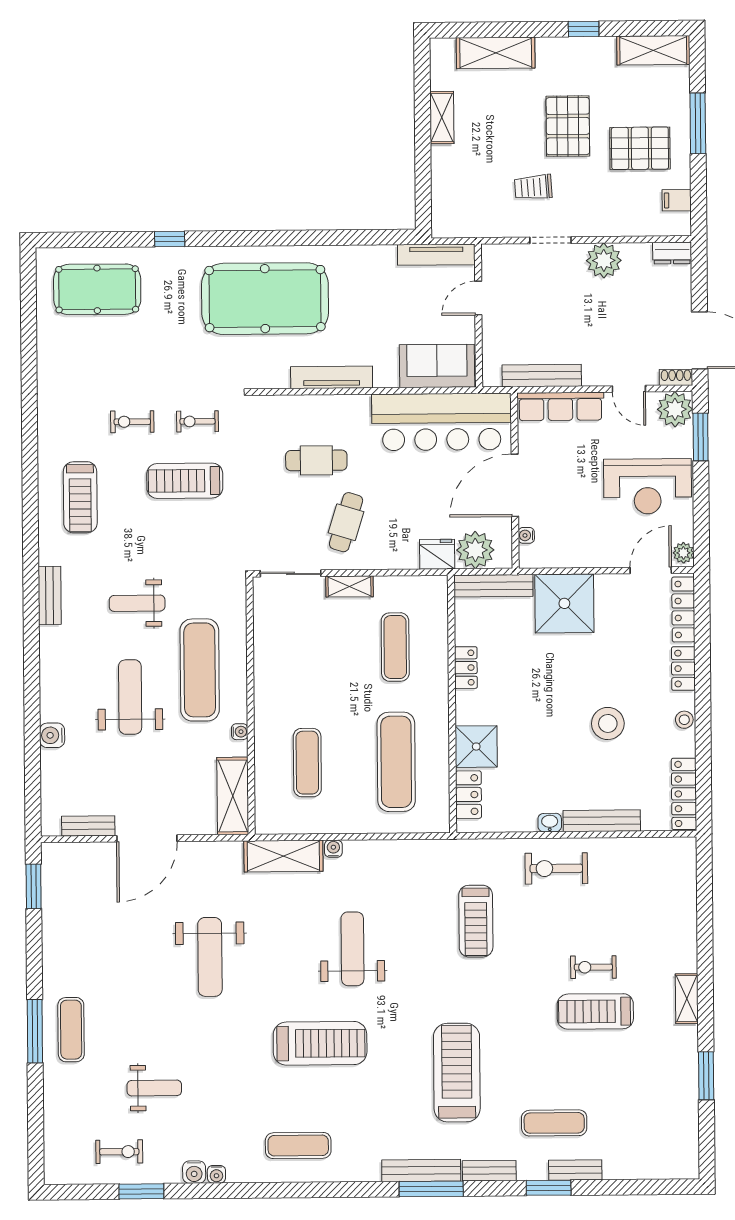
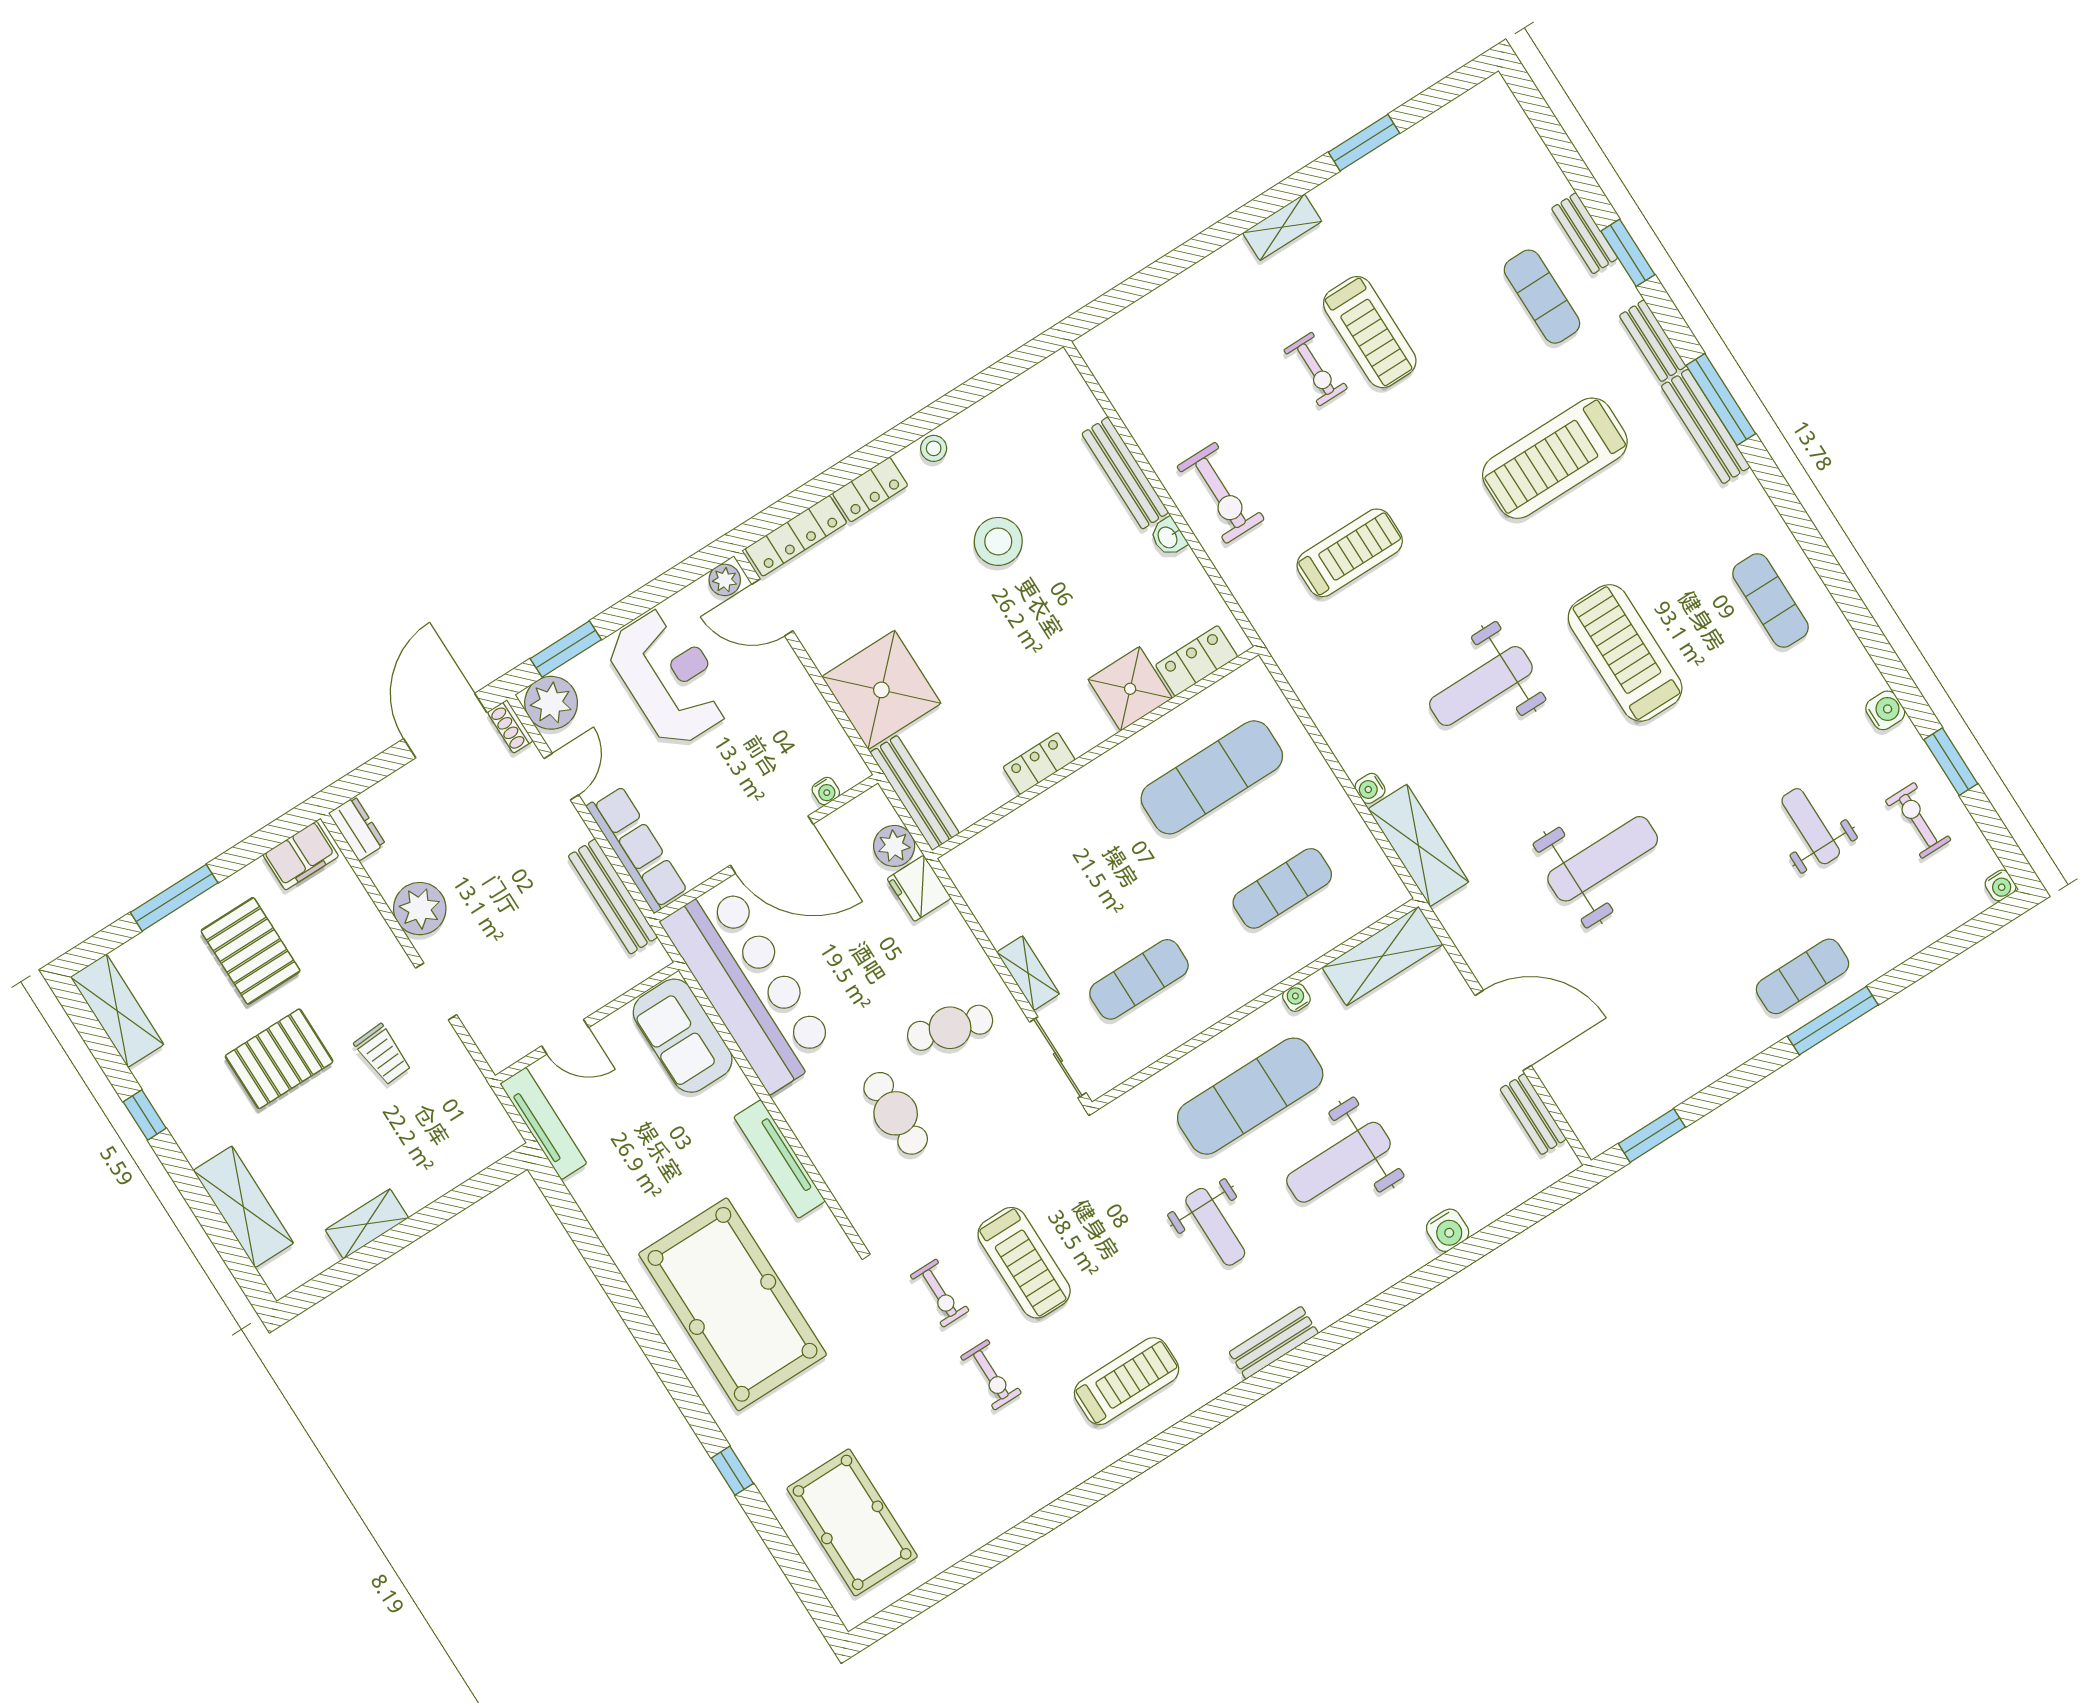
filing cabinet: (677, 200) -> (301, 856), width x2.00
plant: (475, 550) -> (894, 846), width x0.73, depth x0.73
exercise mat: (395, 647) -> (1139, 979), moved
locker: (684, 794) -> (1027, 391), removed
water cooler: (216, 1174) -> (2001, 885), moved, turned 90

